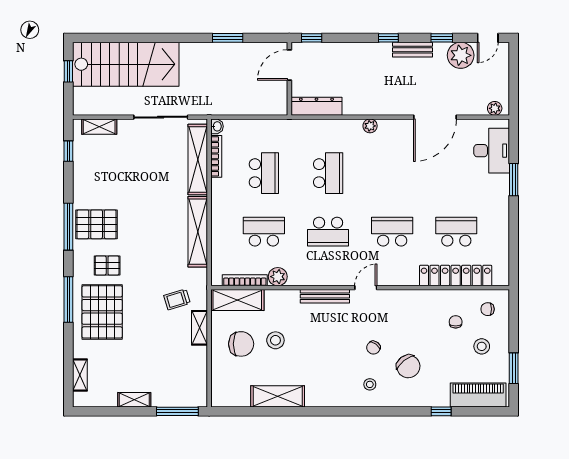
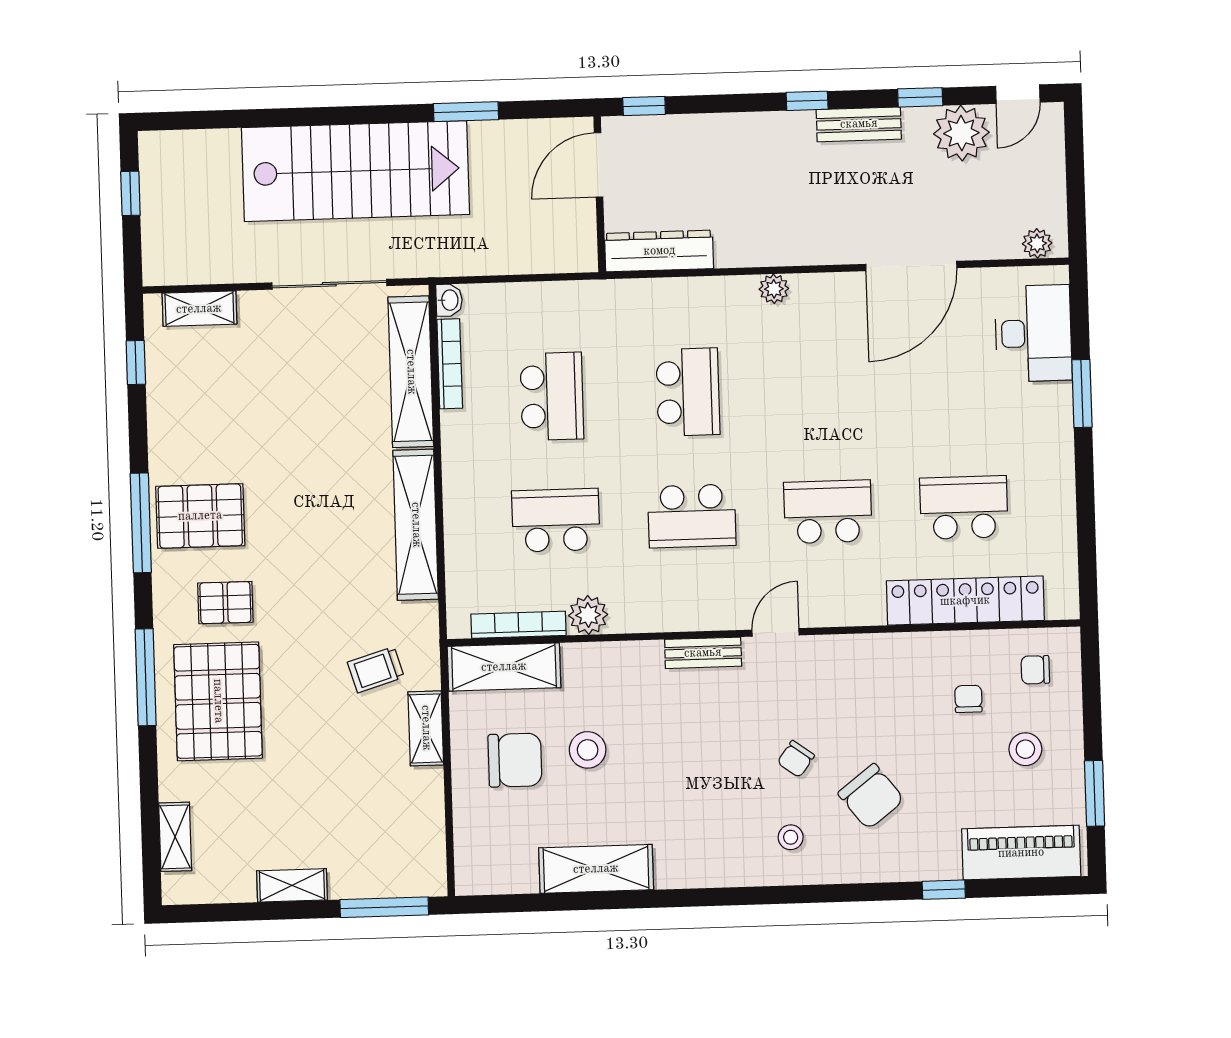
stairs: (126, 64) -> (355, 171), moved
bench: (325, 296) -> (703, 653), width x0.73

